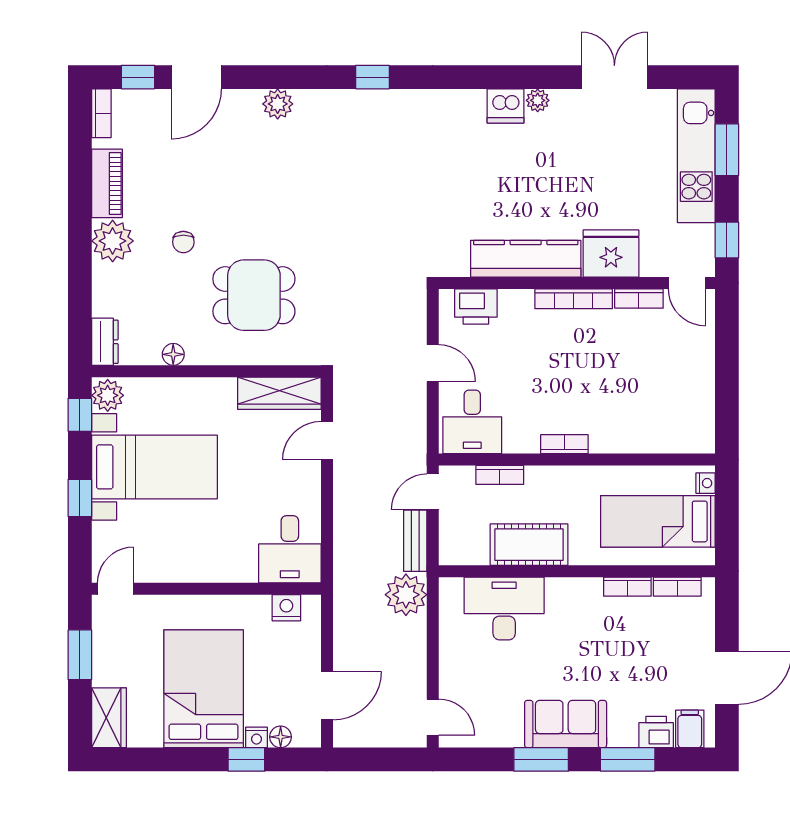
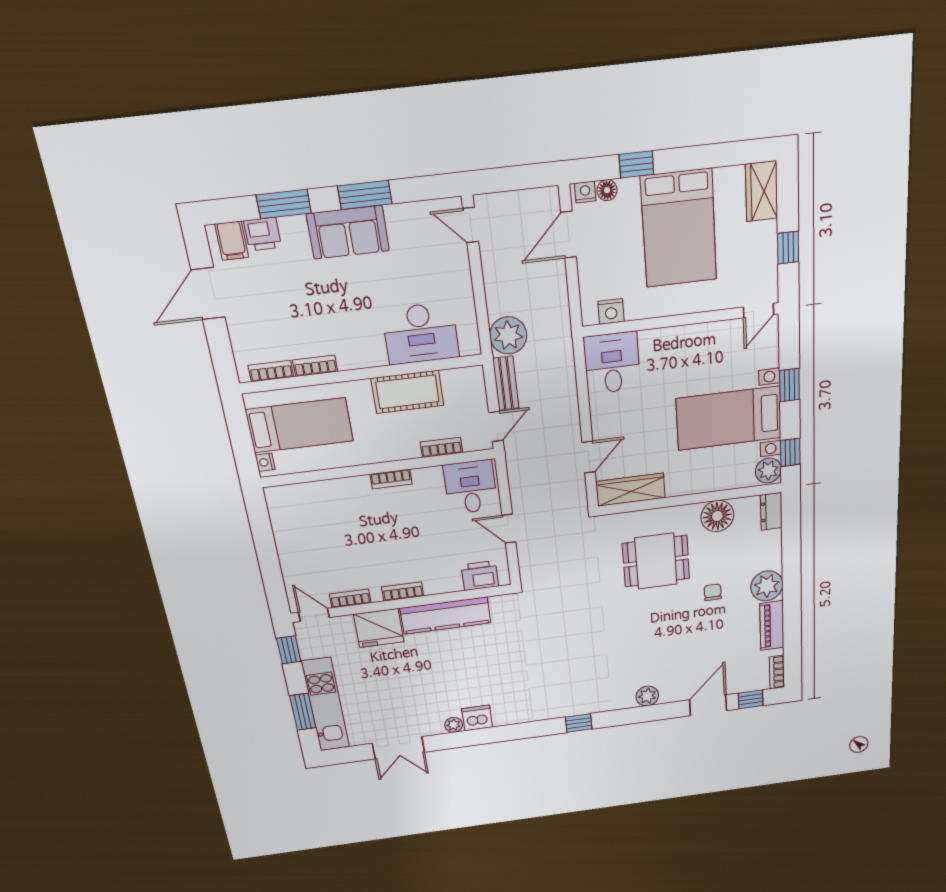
bookcase: (574, 299) -> (403, 591), width x0.64
floor lamp: (173, 354) -> (717, 516), width x1.89, depth x1.89
window: (80, 655) -> (788, 248), width x0.67
nightstand: (257, 737) -> (585, 192), moved

